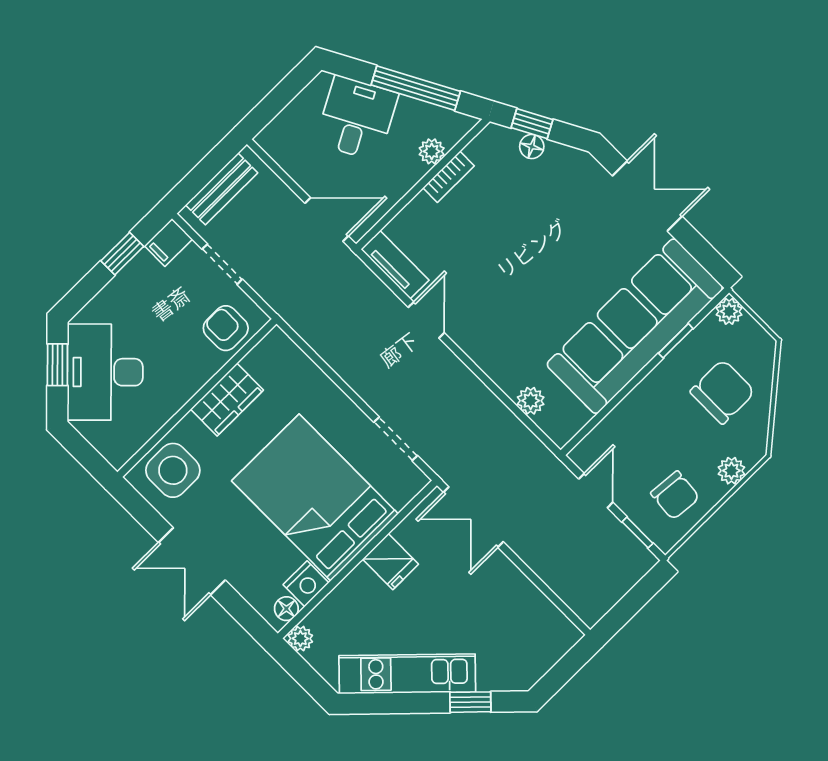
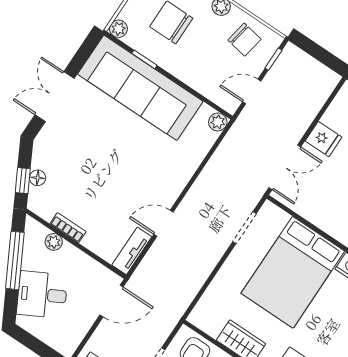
door: (327, 220) -> (112, 301), swing flipped
plant: (531, 401) -> (218, 122), moved
chair: (675, 495) -> (244, 40), turned 95
fridge: (390, 562) -> (324, 139), moved, turned 90

